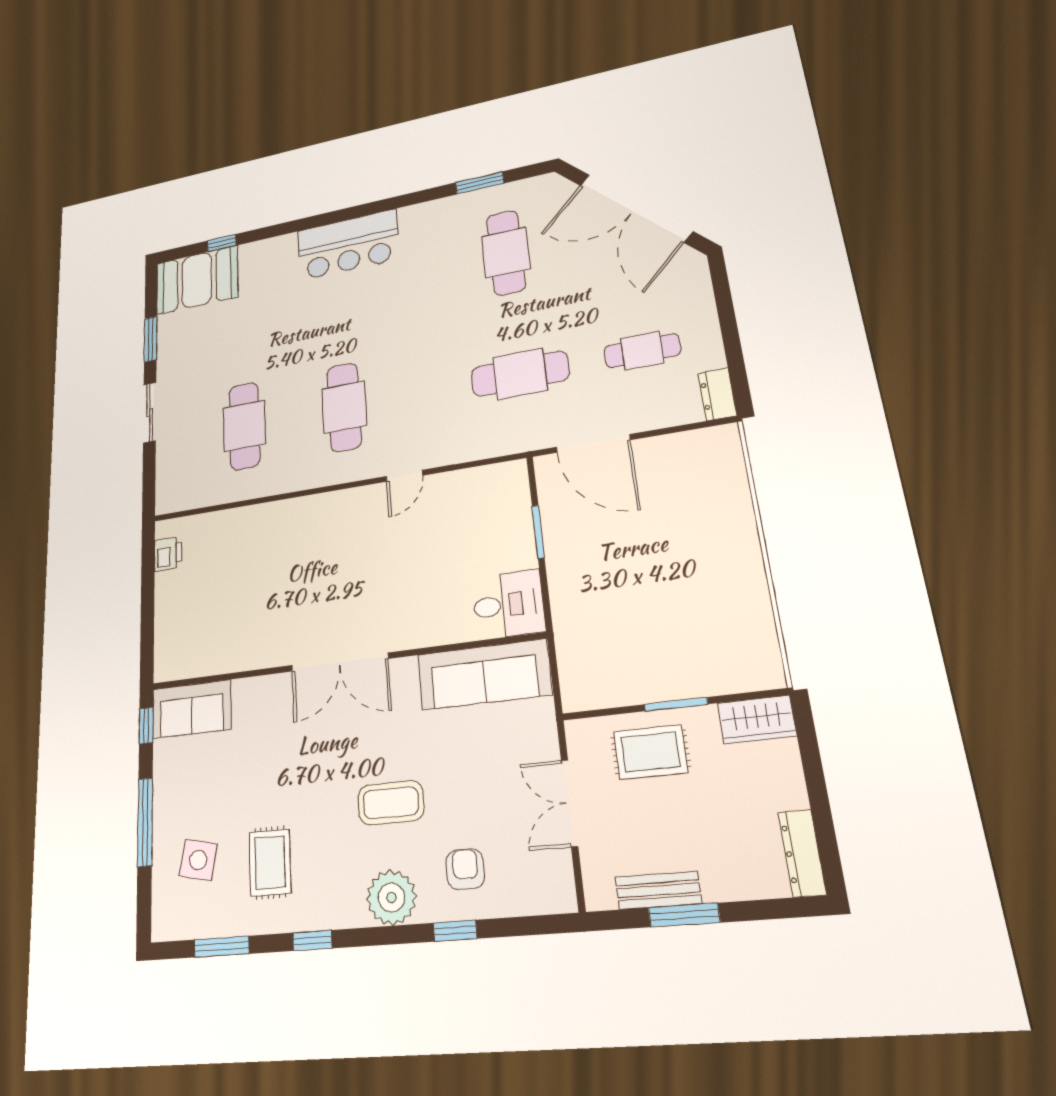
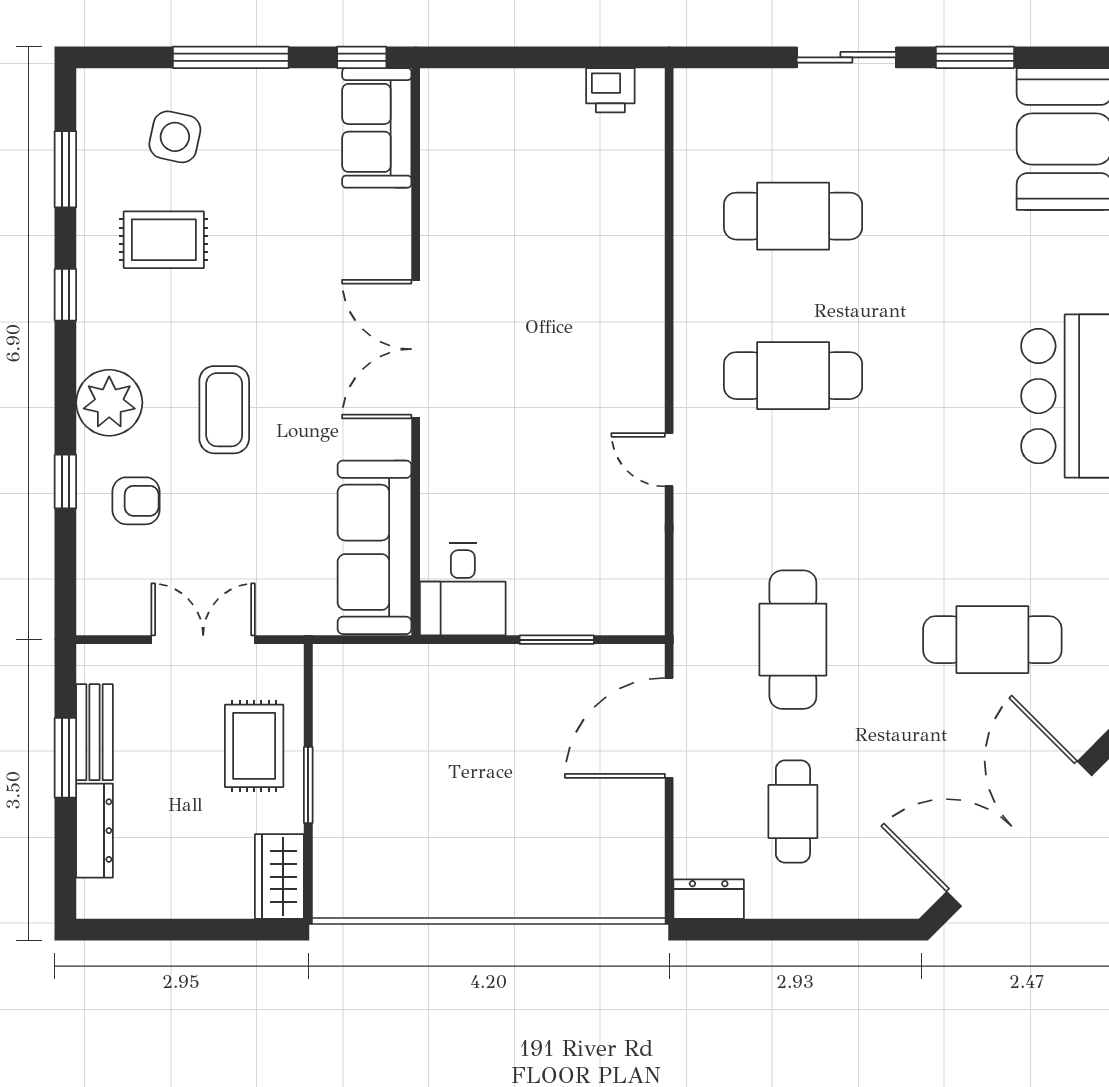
dresser: (802, 853) -> (95, 831), moved, turned 90

